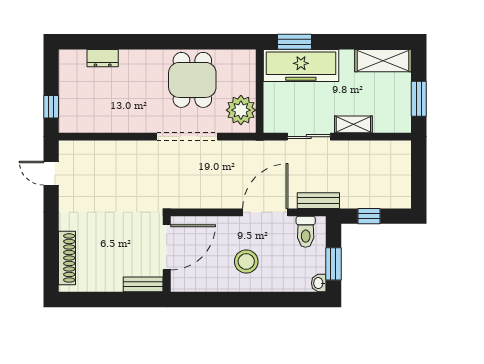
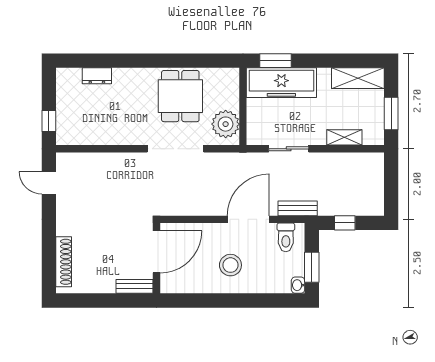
shelving: (353, 124) -> (344, 137), moved

